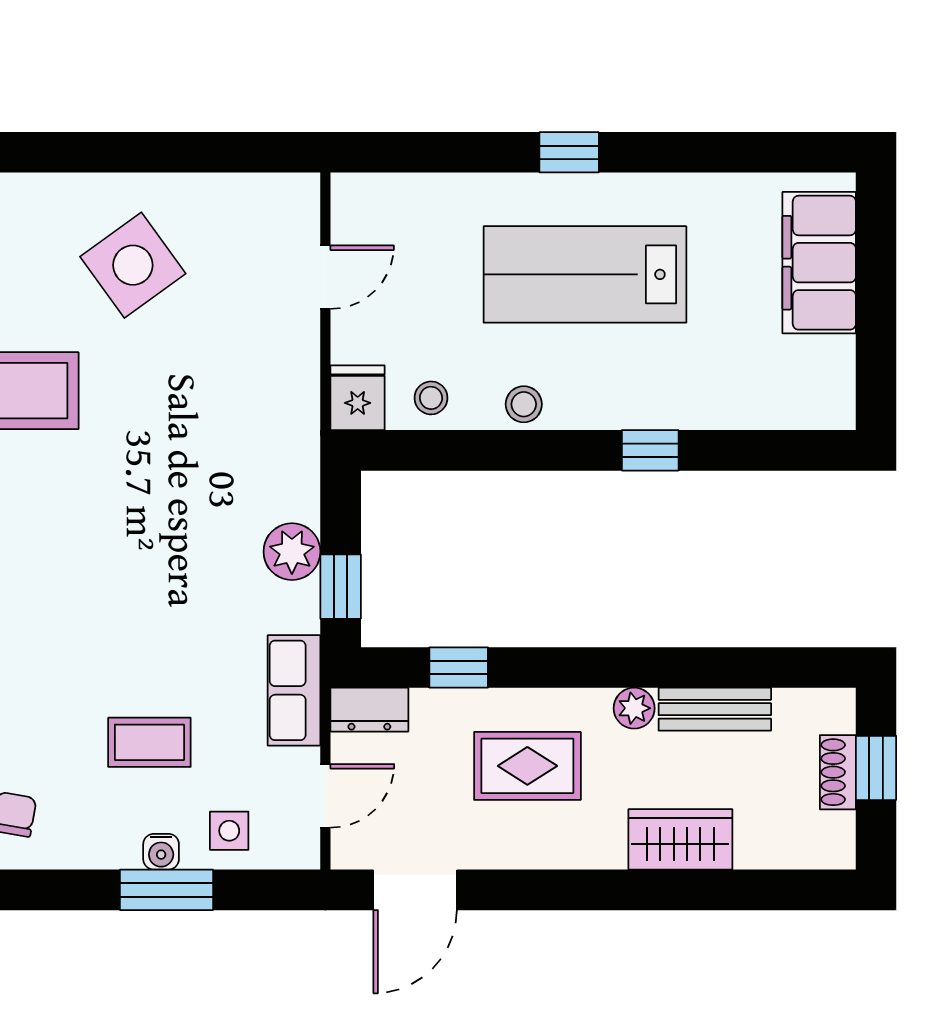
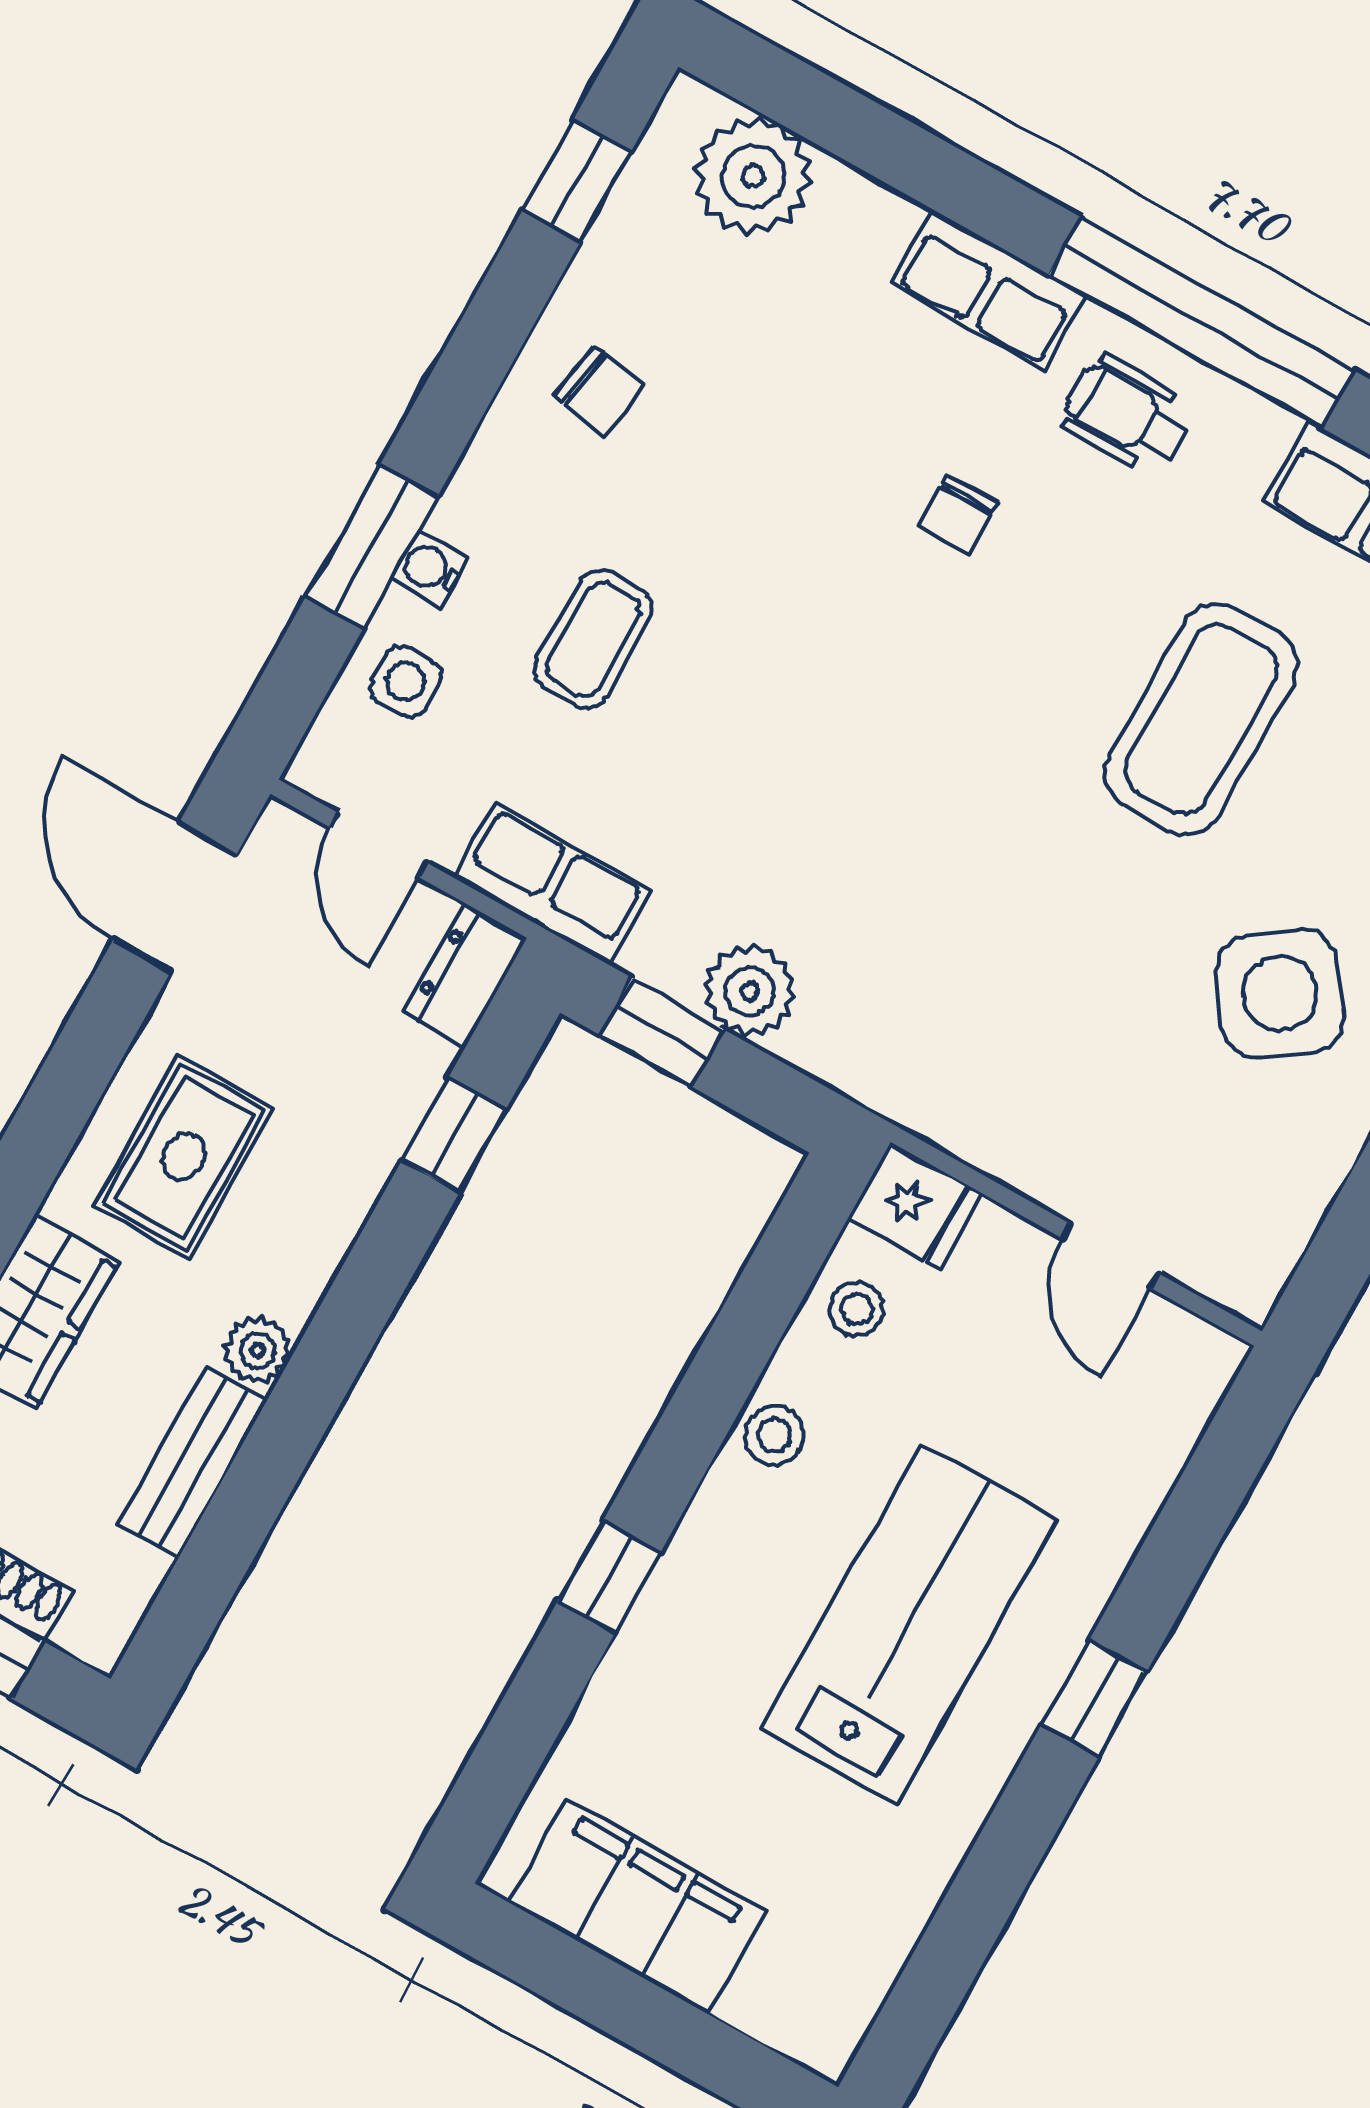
filing cabinet: (819, 263) -> (637, 1906), moved
rug: (527, 766) -> (184, 1157), moved

